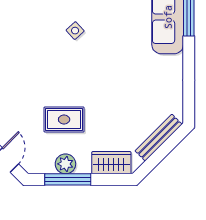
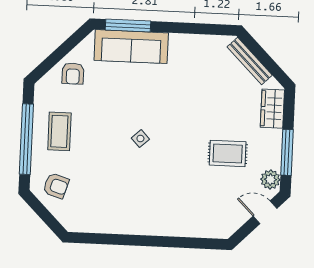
rug: (64, 119) -> (228, 153), turned 90
plant: (65, 164) -> (270, 179), moved

